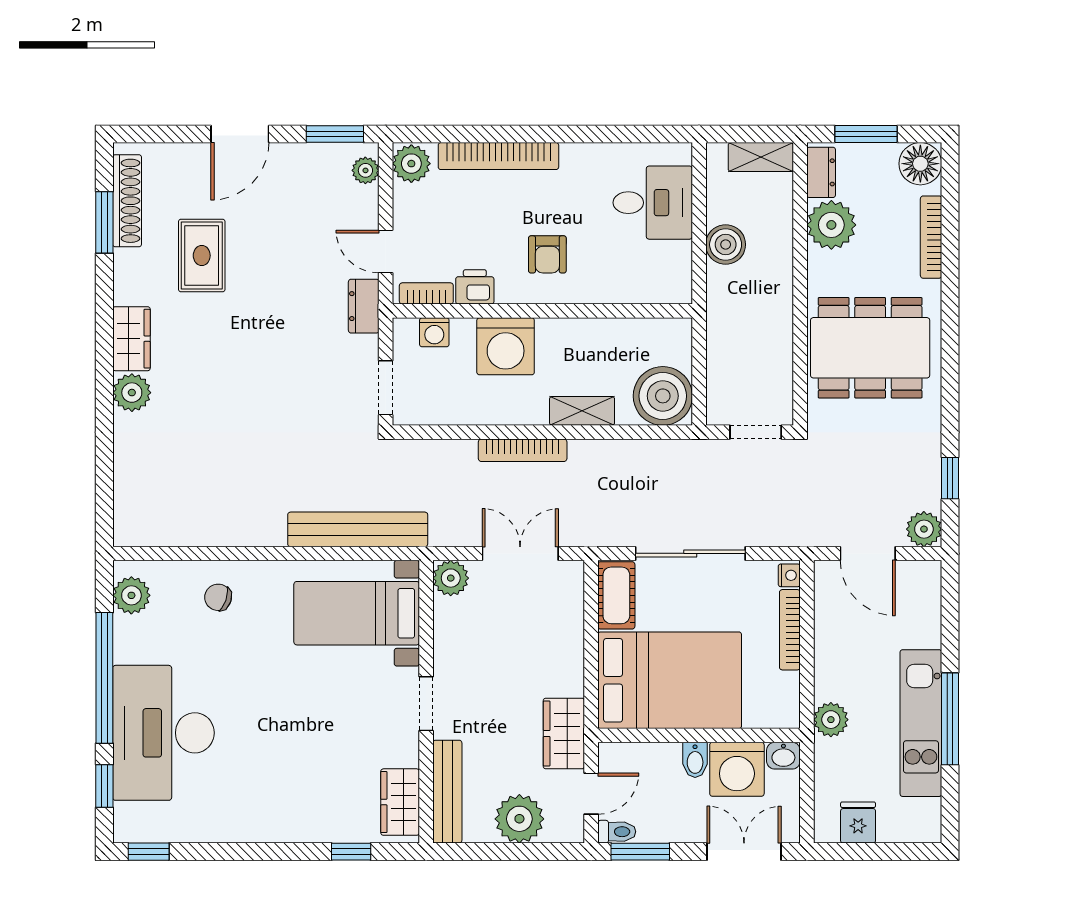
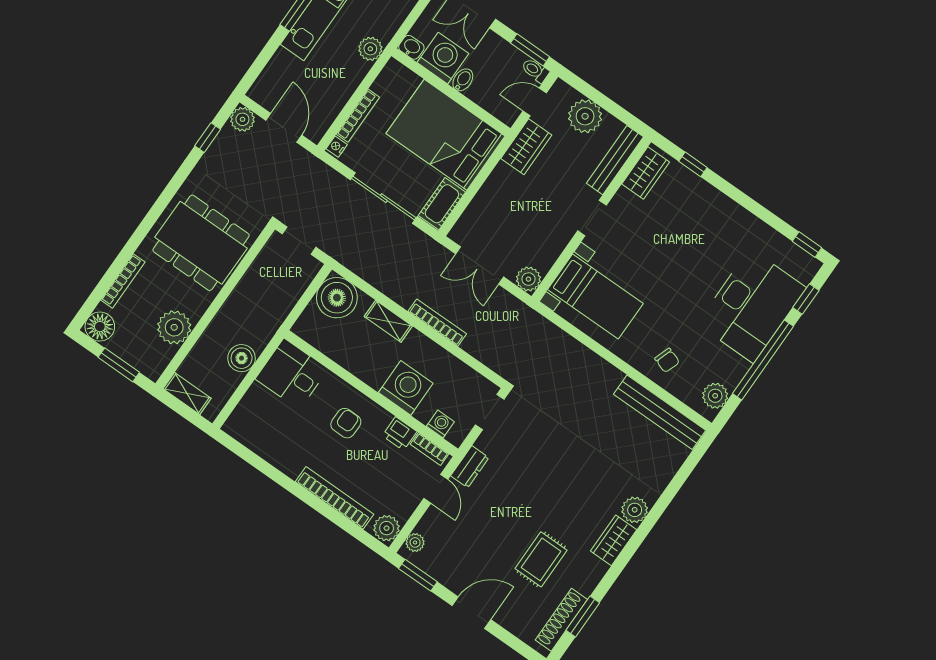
dresser: (821, 172) -> (159, 361), removed
desk: (653, 203) -> (292, 374), moved
bench: (358, 529) -> (660, 412), moved

